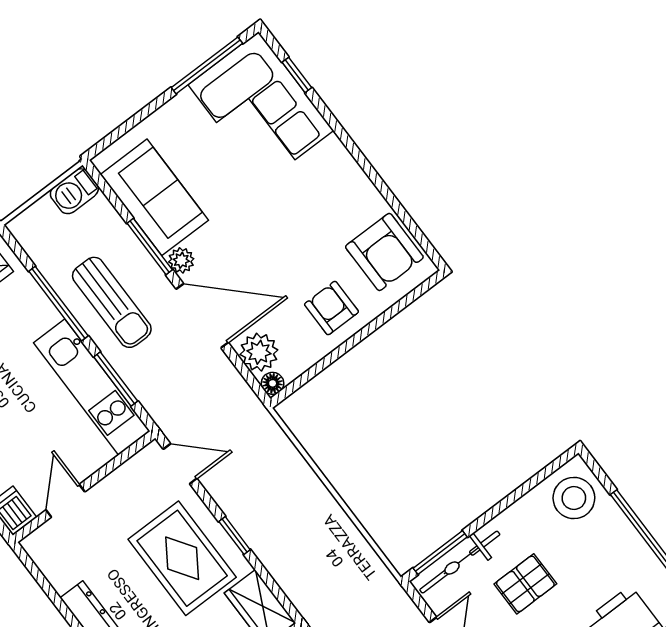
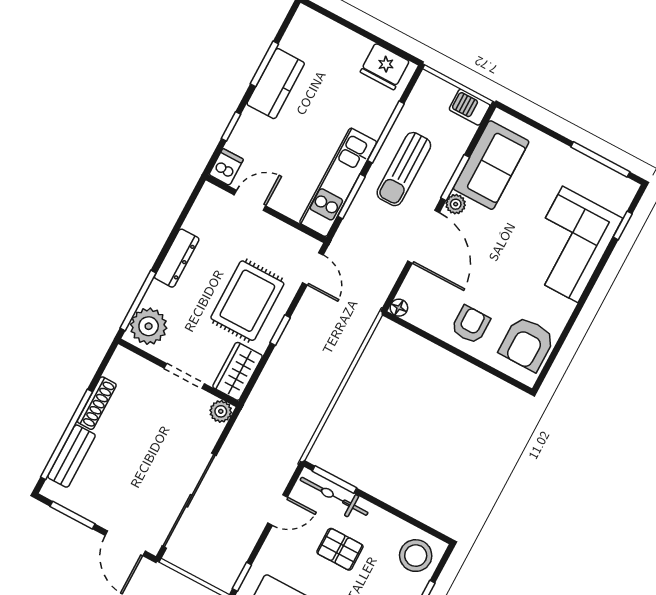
corner sofa: (261, 108) -> (570, 244), moved
plant: (259, 352) -> (416, 288), removed

